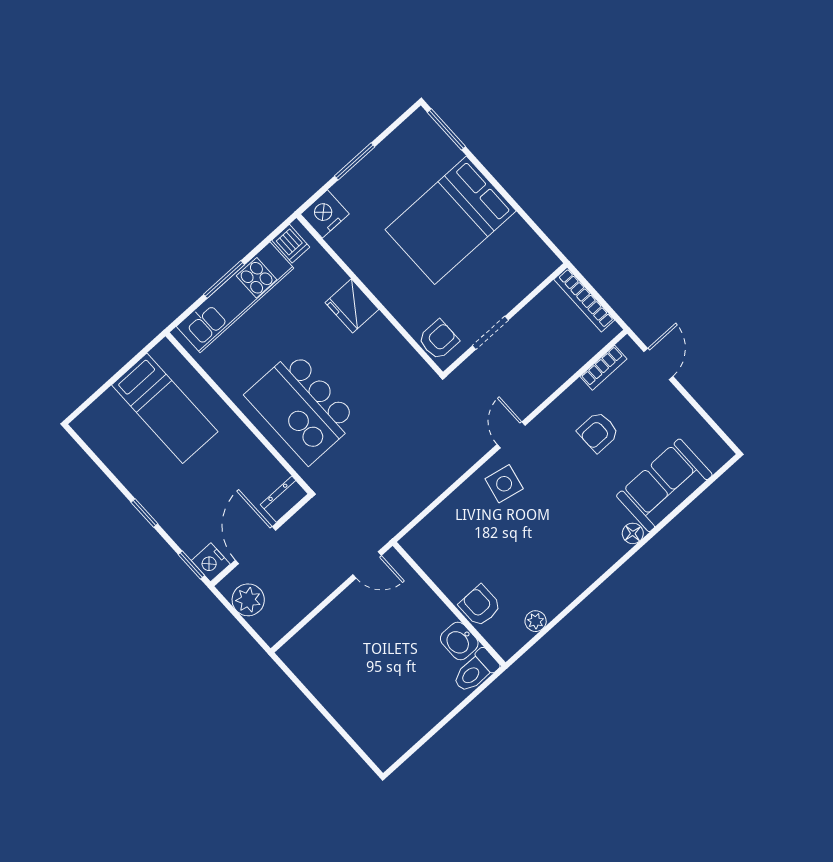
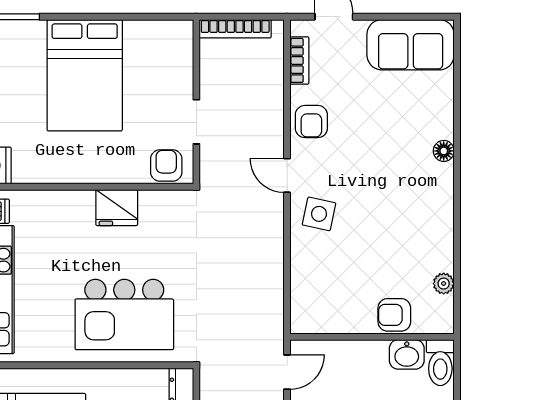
fridge: (352, 306) -> (117, 208), moved
armchair: (598, 432) -> (311, 122), moved
sofa: (664, 485) -> (411, 45), moved, turned -90

